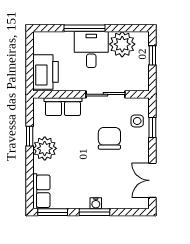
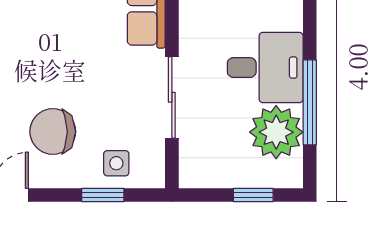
window: (85, 28) -> (310, 102), moved
chair: (109, 138) -> (53, 132), moved, turned 180

